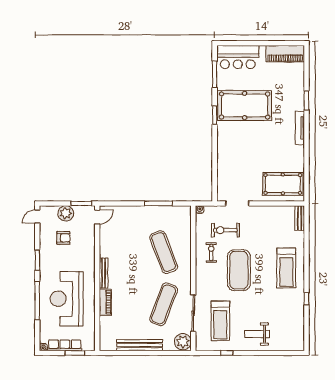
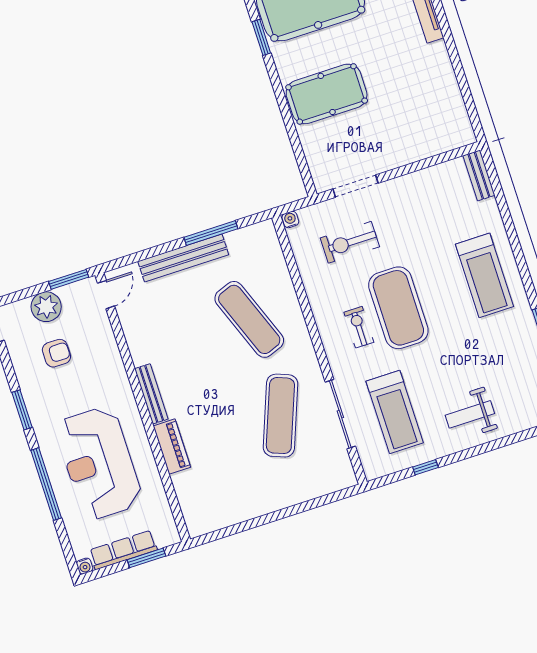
pool table: (283, 184) -> (327, 94), moved
exercise bike: (211, 253) -> (359, 327), moved
plant: (183, 342) -> (338, 473), removed
bench: (140, 345) -> (183, 258), moved

